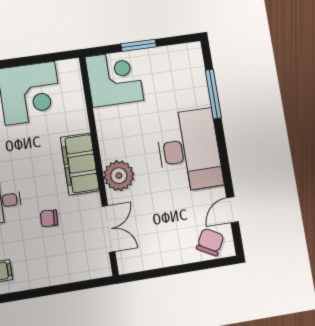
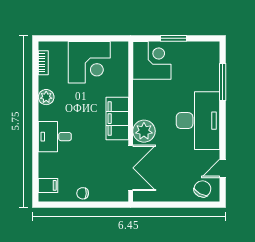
chair: (49, 218) -> (83, 193), moved
double door: (108, 229) -> (131, 168), width x1.37

